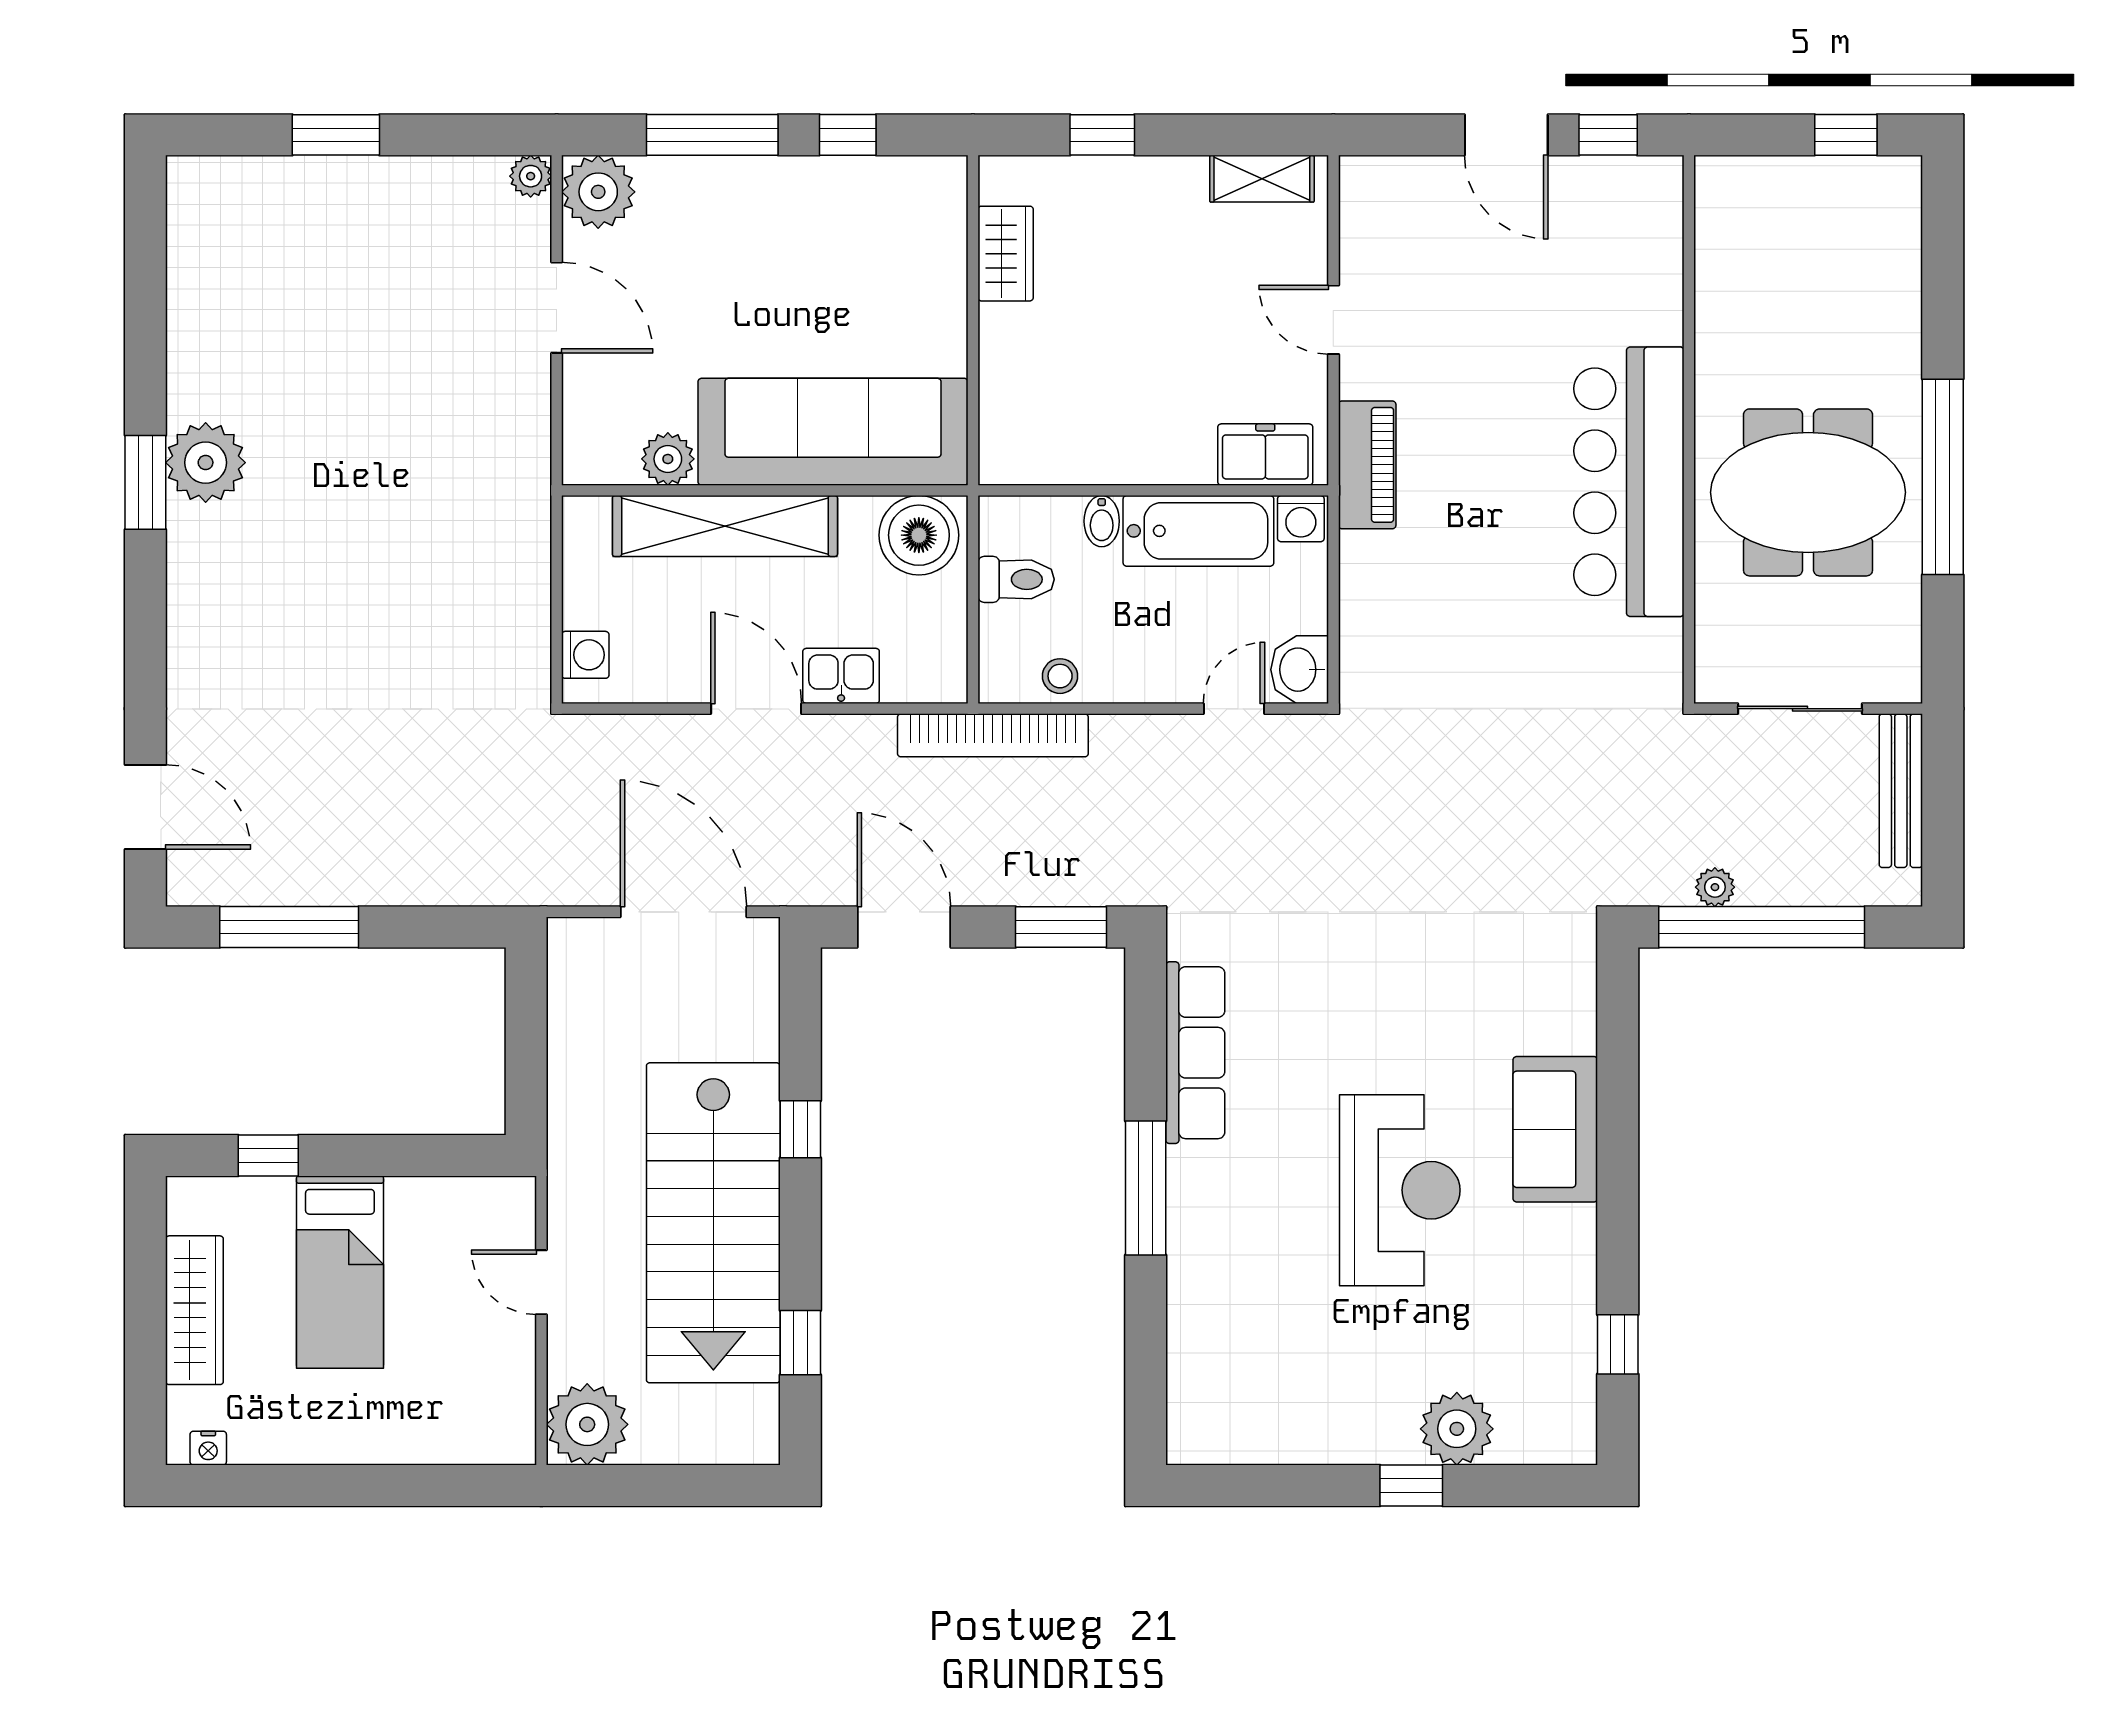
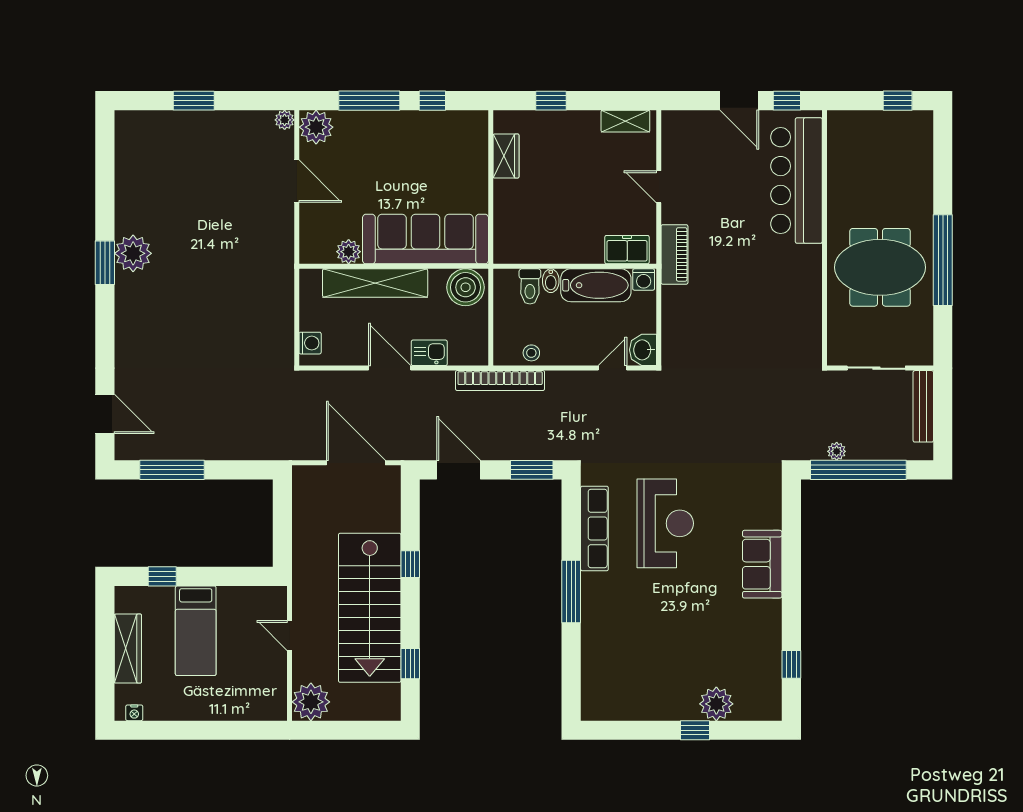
bar counter: (1629, 482) -> (796, 181), moved
toilet: (1016, 579) -> (530, 286), moved, turned 90
reception desk: (1400, 1190) -> (665, 523), moved

